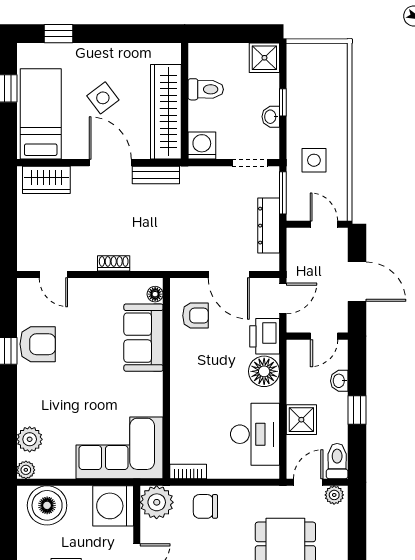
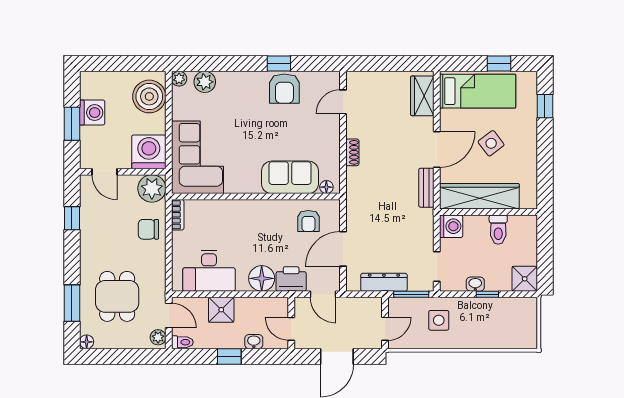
toilet: (337, 461) -> (182, 342), width x0.73, depth x0.72
chair: (205, 506) -> (148, 229), turned -90

